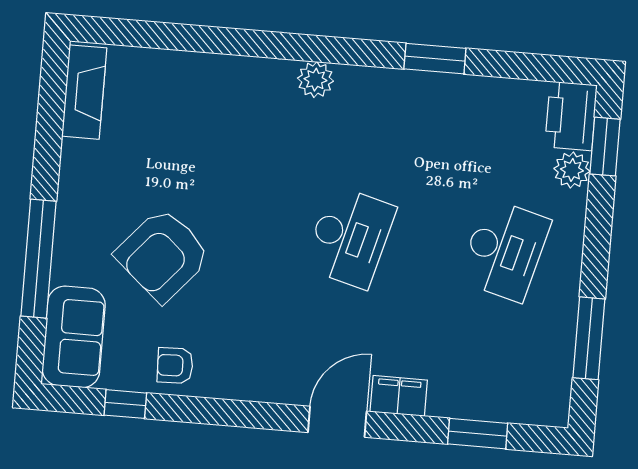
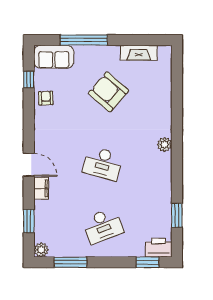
window: (435, 59) -> (177, 215), moved
fireplace: (84, 92) -> (139, 53), moved
plant: (572, 170) -> (41, 250), moved
desk: (505, 250) -> (103, 226), turned -36
armchair: (163, 255) -> (109, 92), moved

